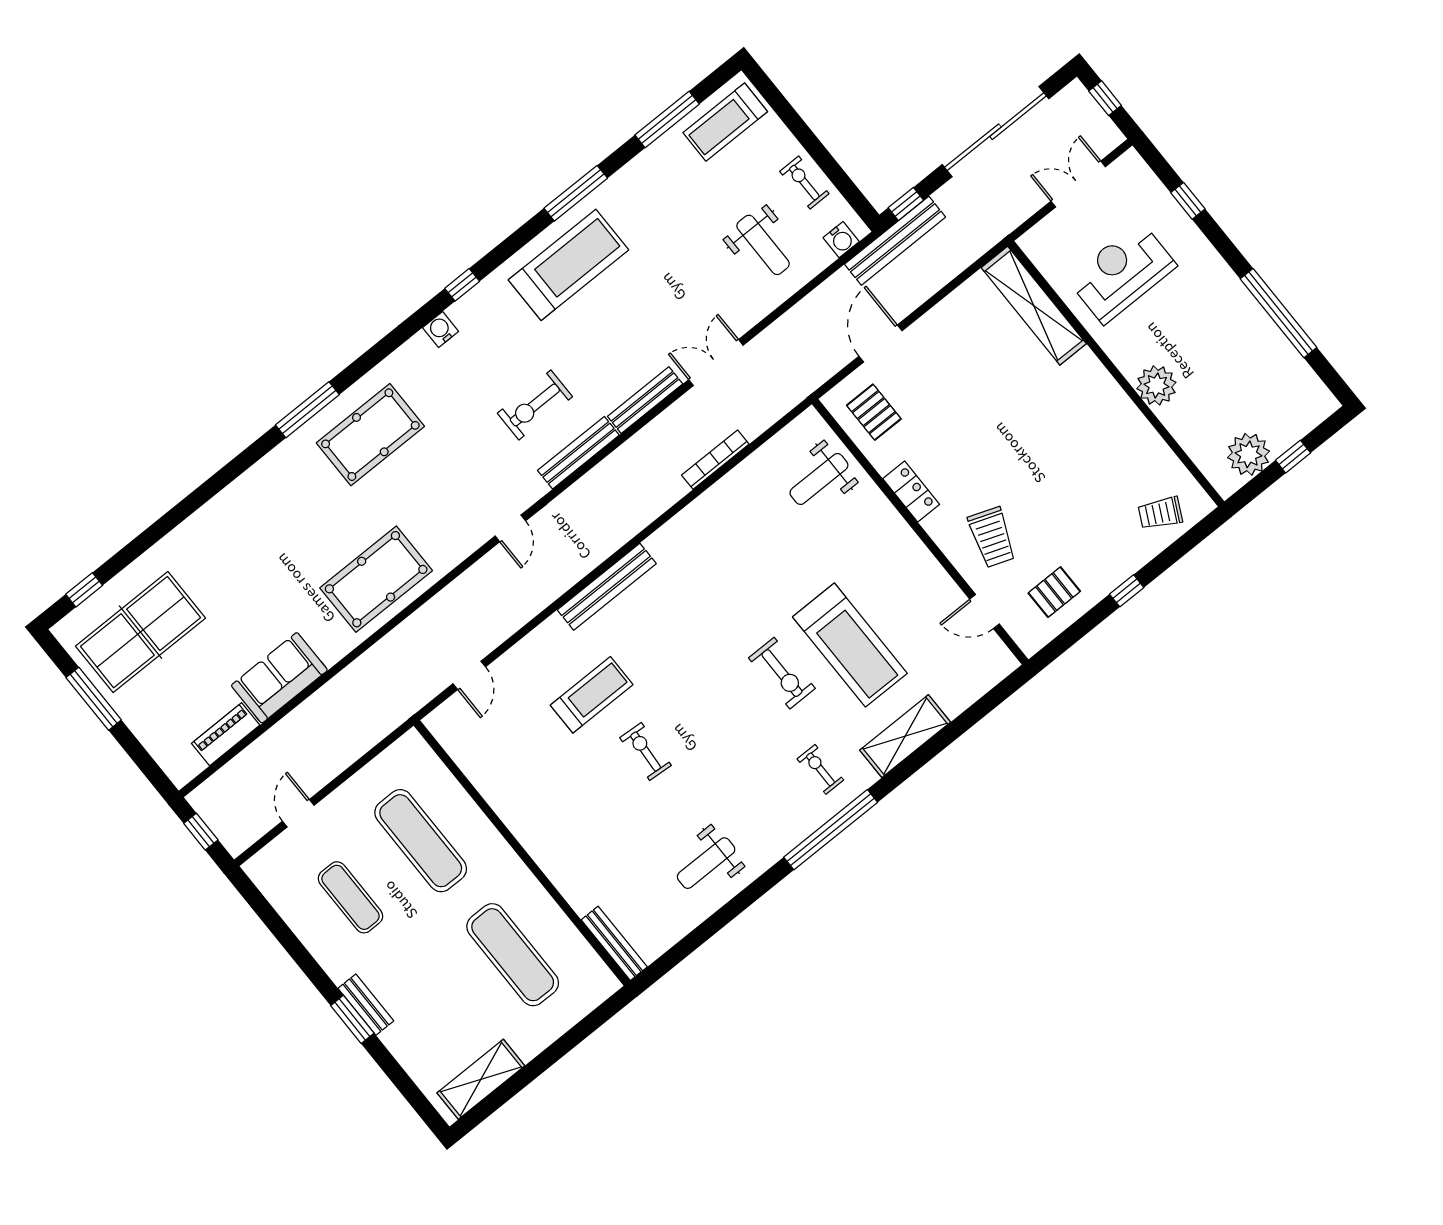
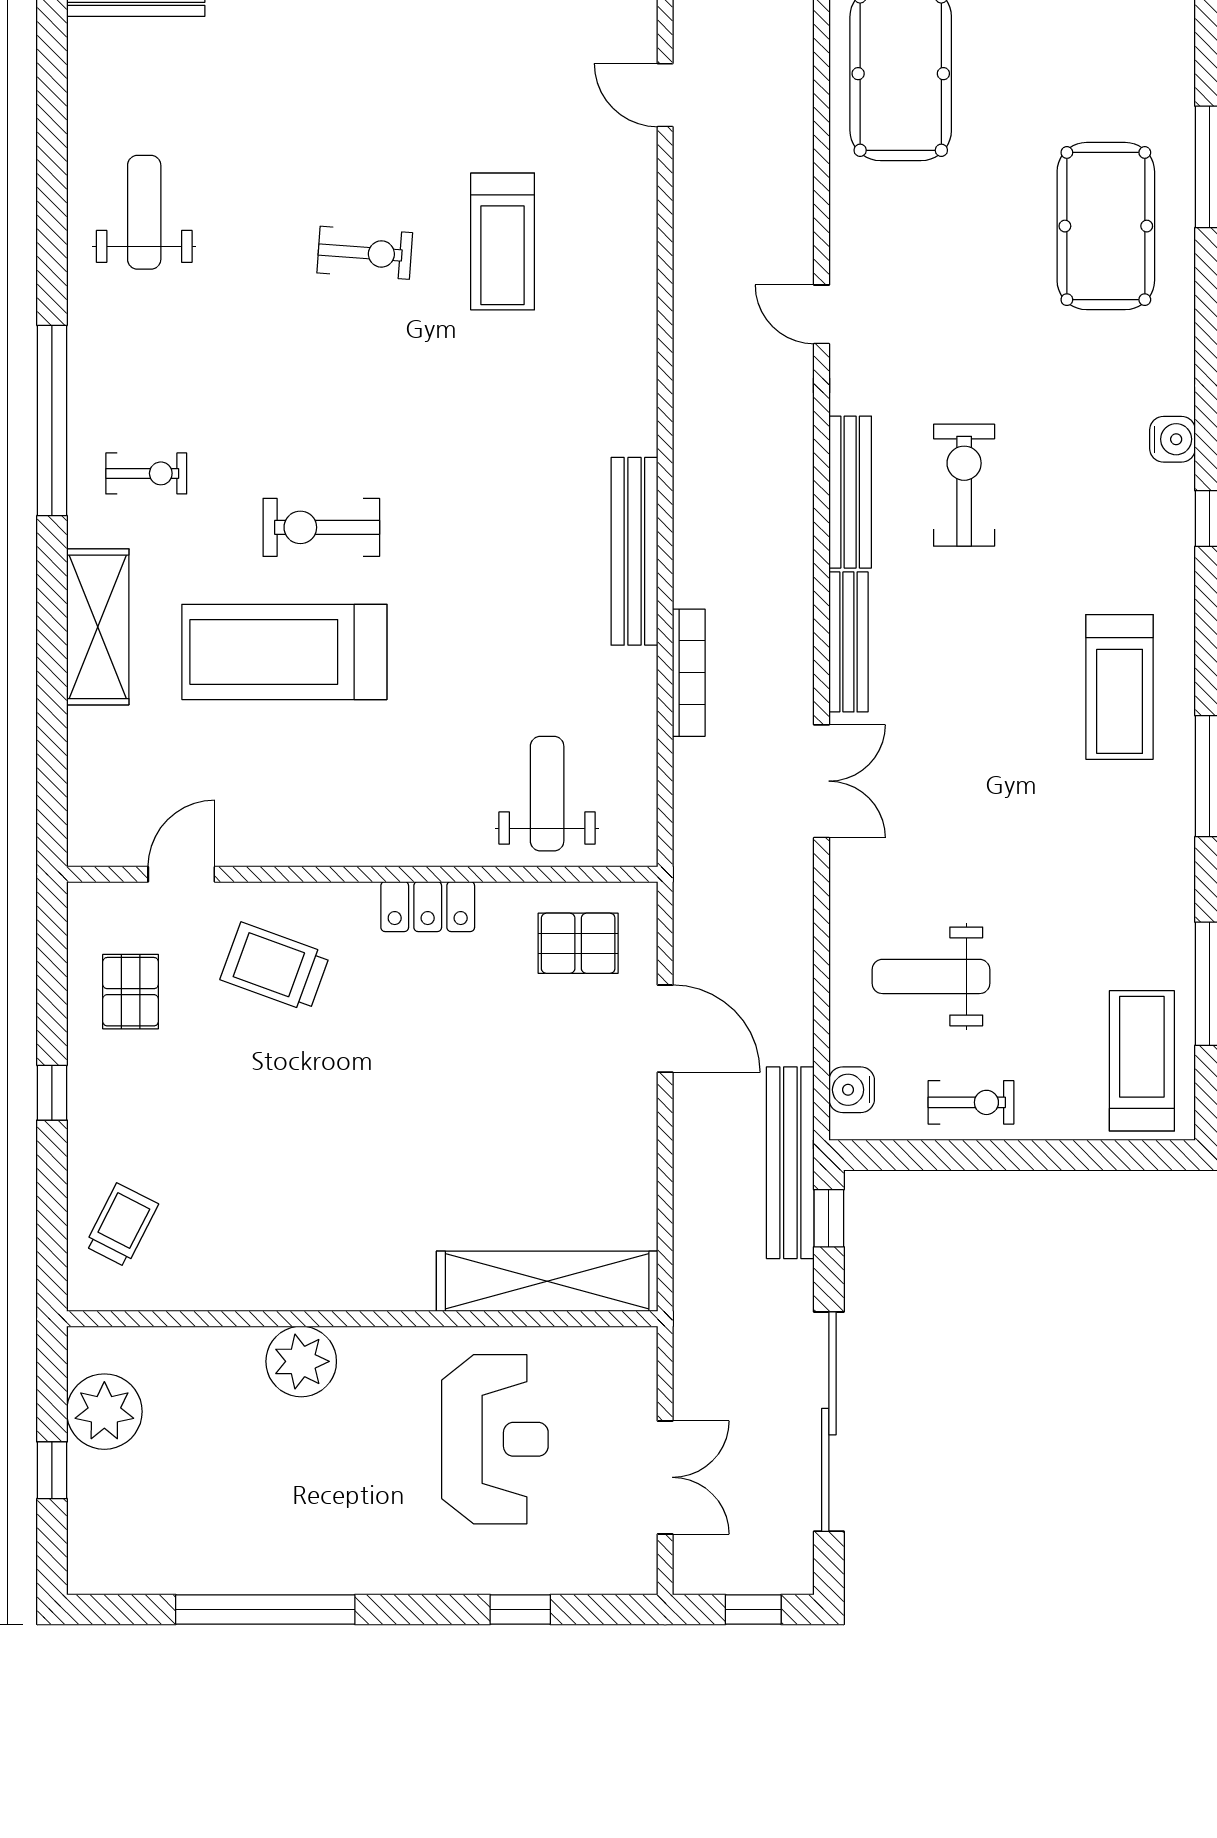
treadmill: (568, 265) -> (1120, 687), width x0.73, depth x0.73
bench: (607, 587) -> (634, 551), moved

